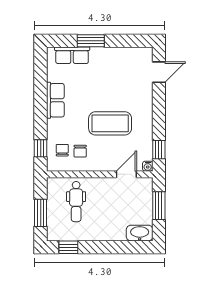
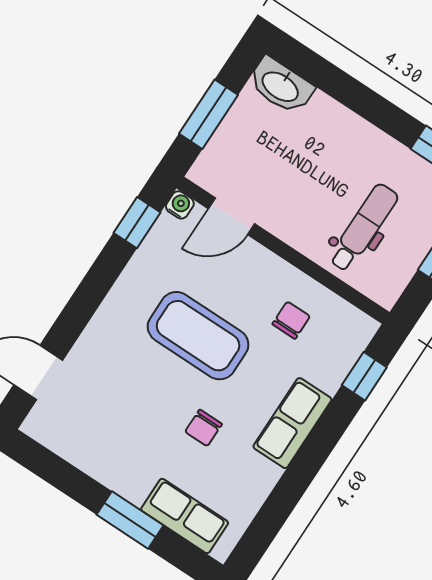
row of seats: (55, 100) -> (292, 423), moved
chair: (62, 150) -> (204, 428), moved

